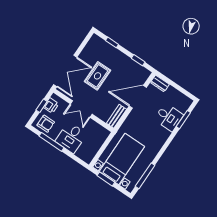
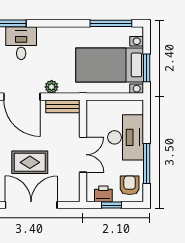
double door: (65, 71) -> (31, 205), moved
plant: (132, 117) -> (52, 87), added
desk: (71, 138) -> (126, 137), width x1.37

